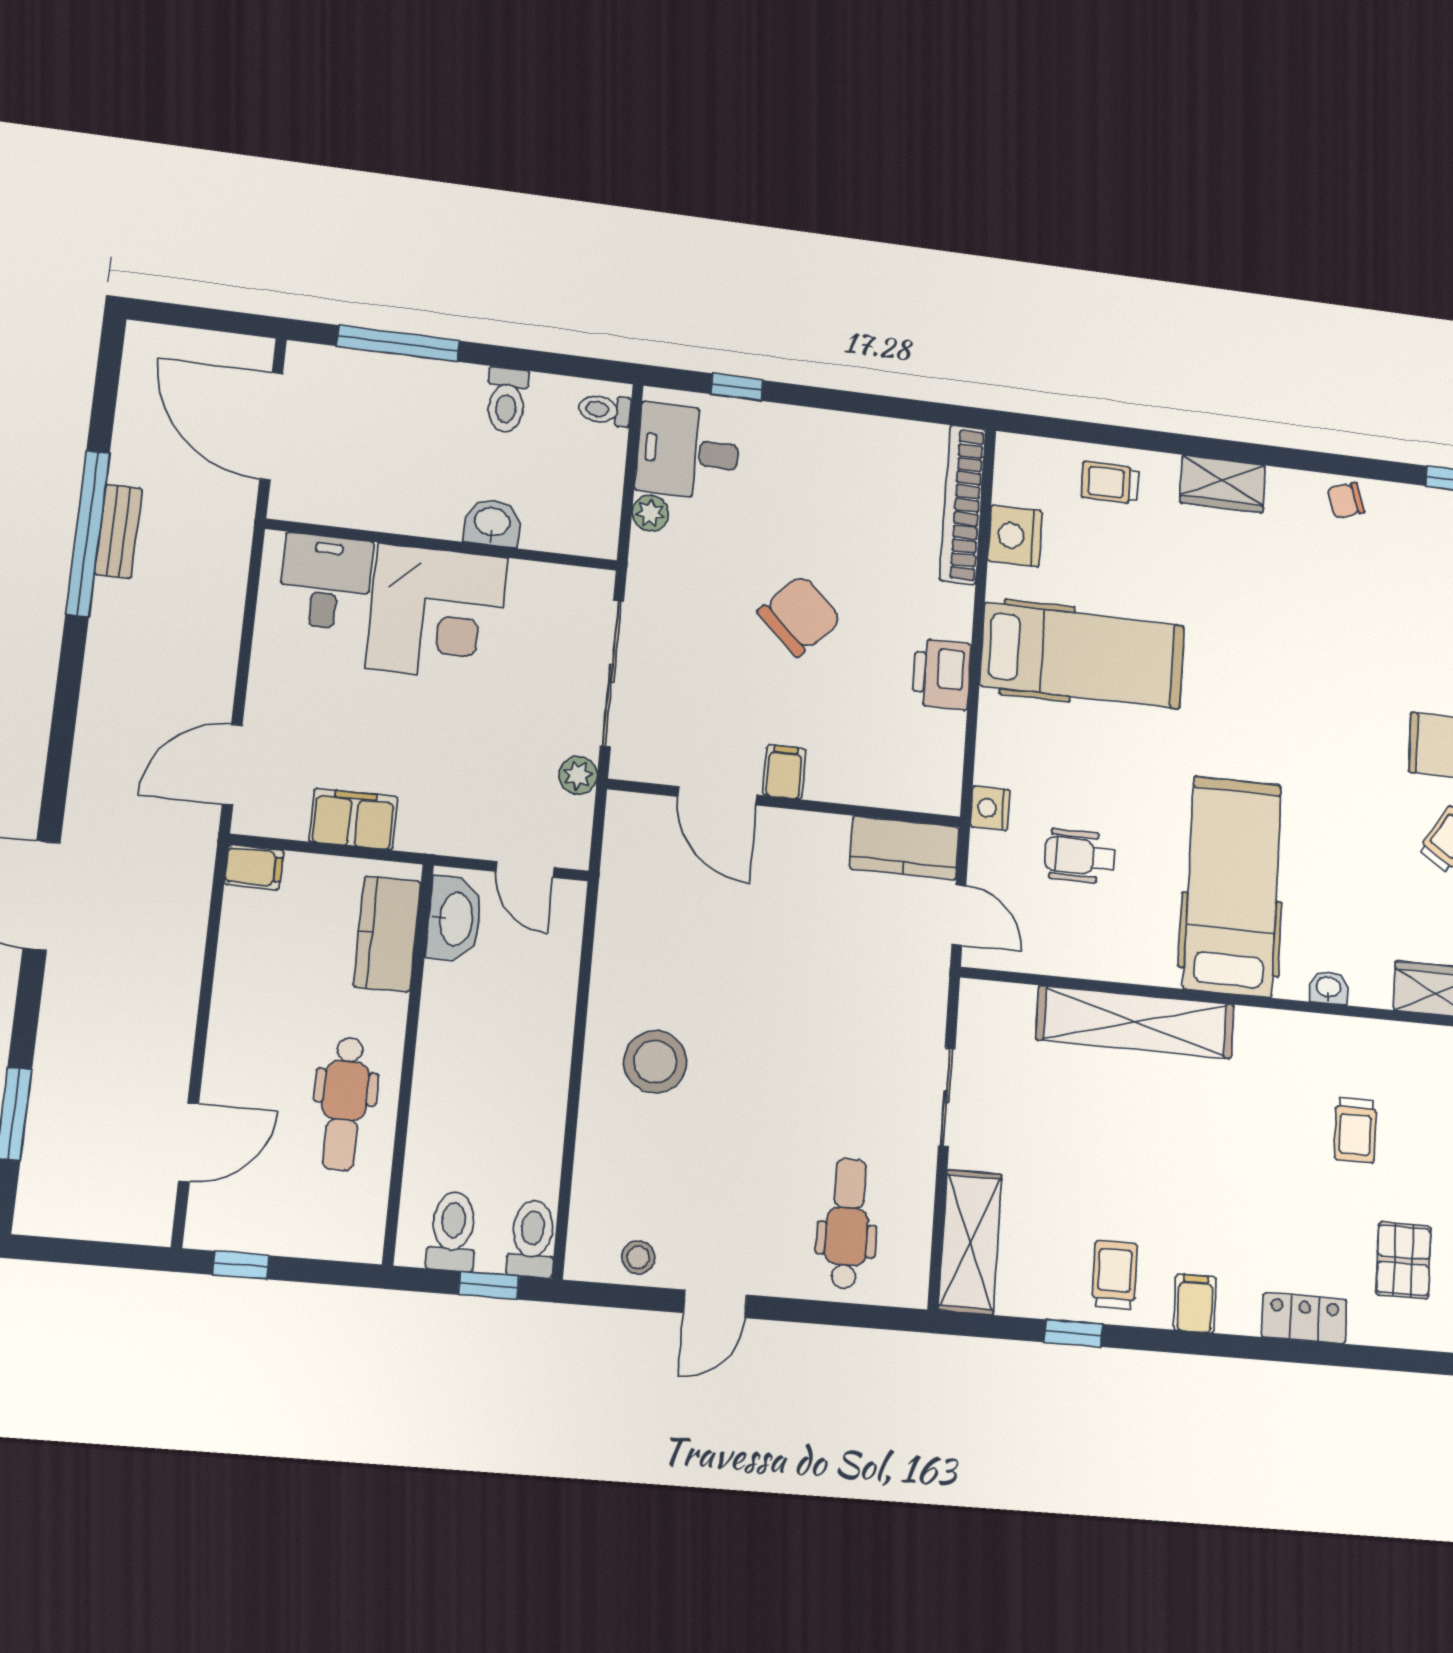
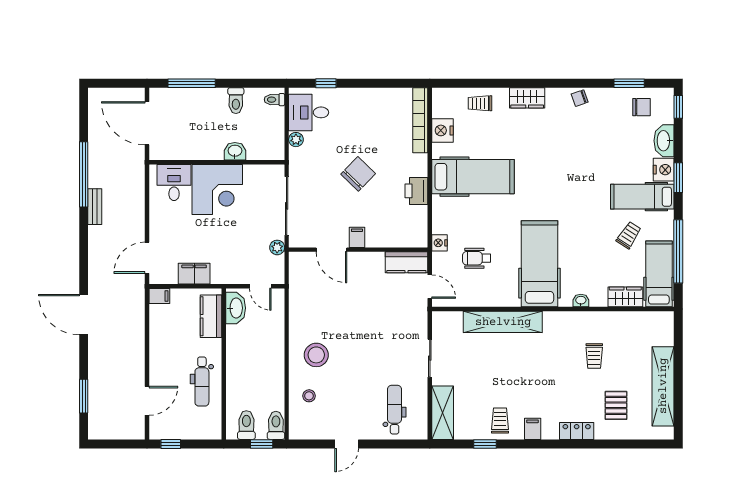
bench: (118, 531) -> (95, 207), moved
stool: (638, 1257) -> (309, 396), moved

